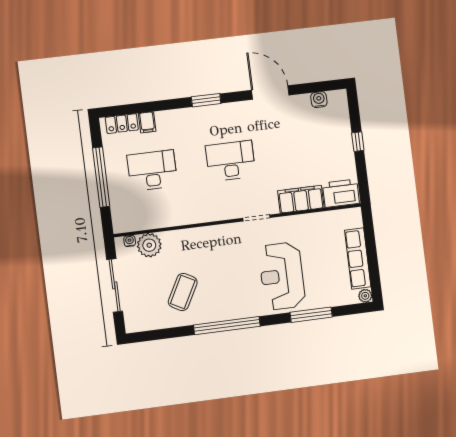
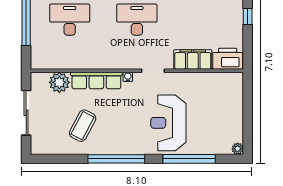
water cooler: (130, 241) -> (128, 77), moved
row of seats: (358, 259) -> (96, 80), moved, turned -90
window: (311, 315) -> (189, 159), width x1.46

